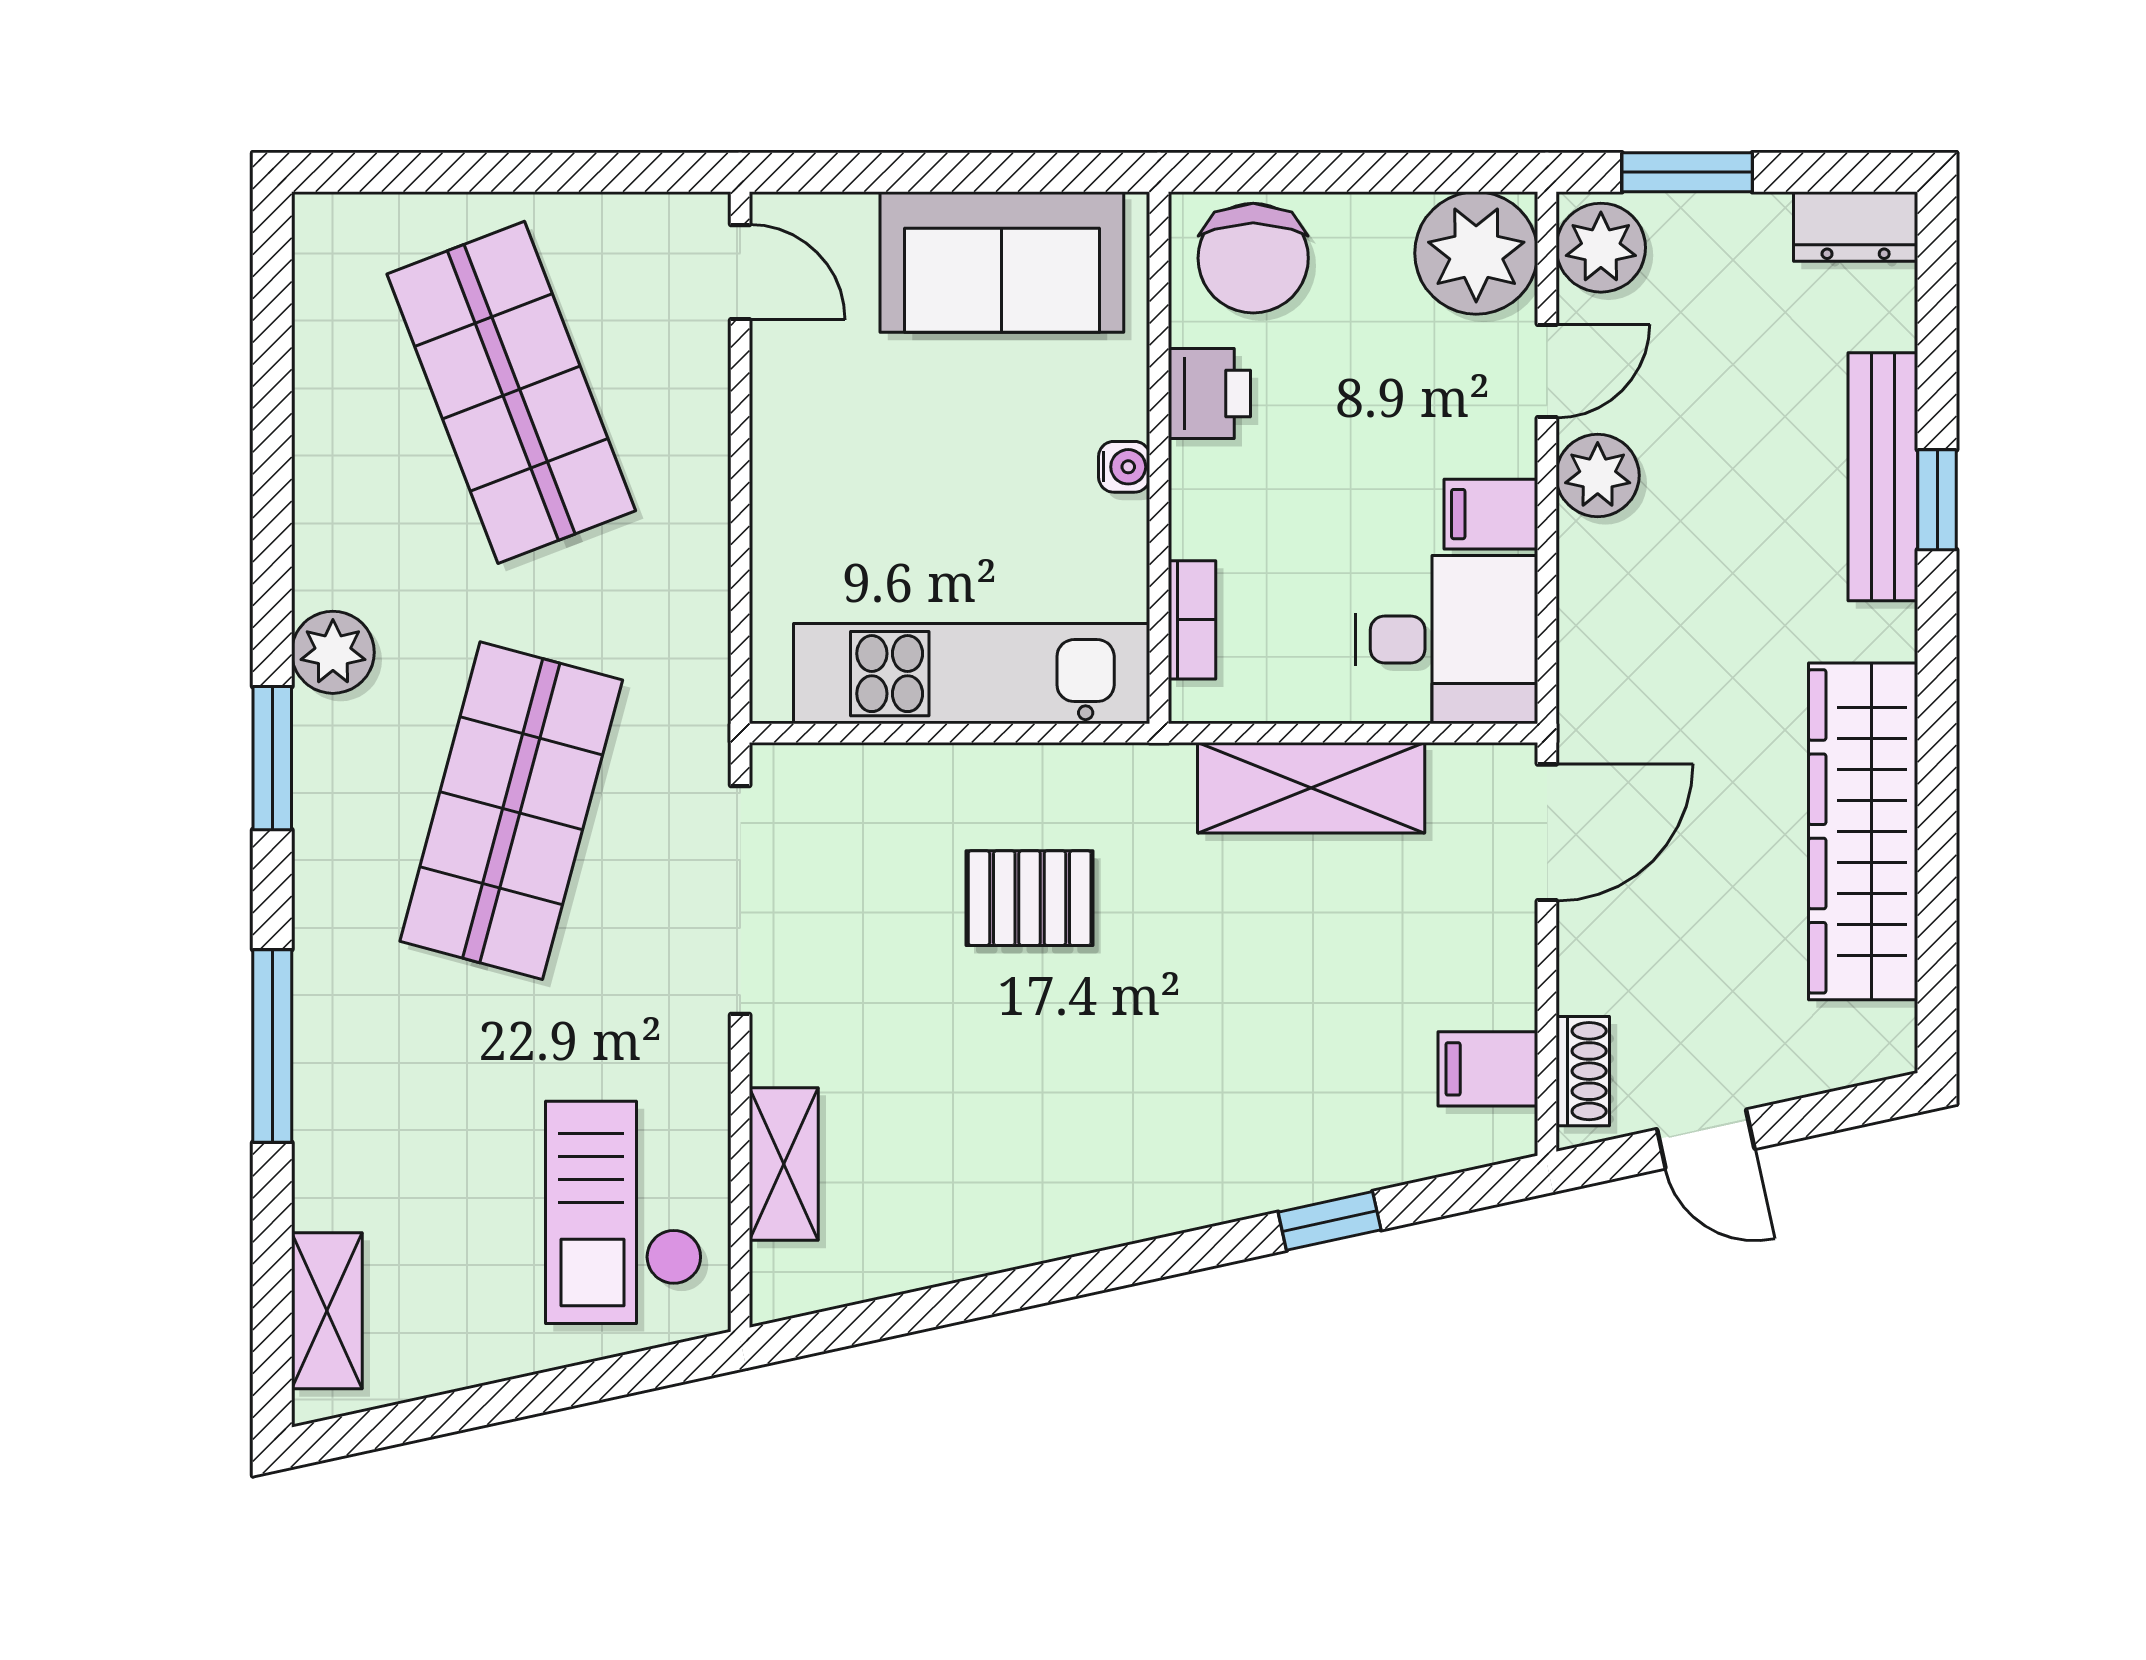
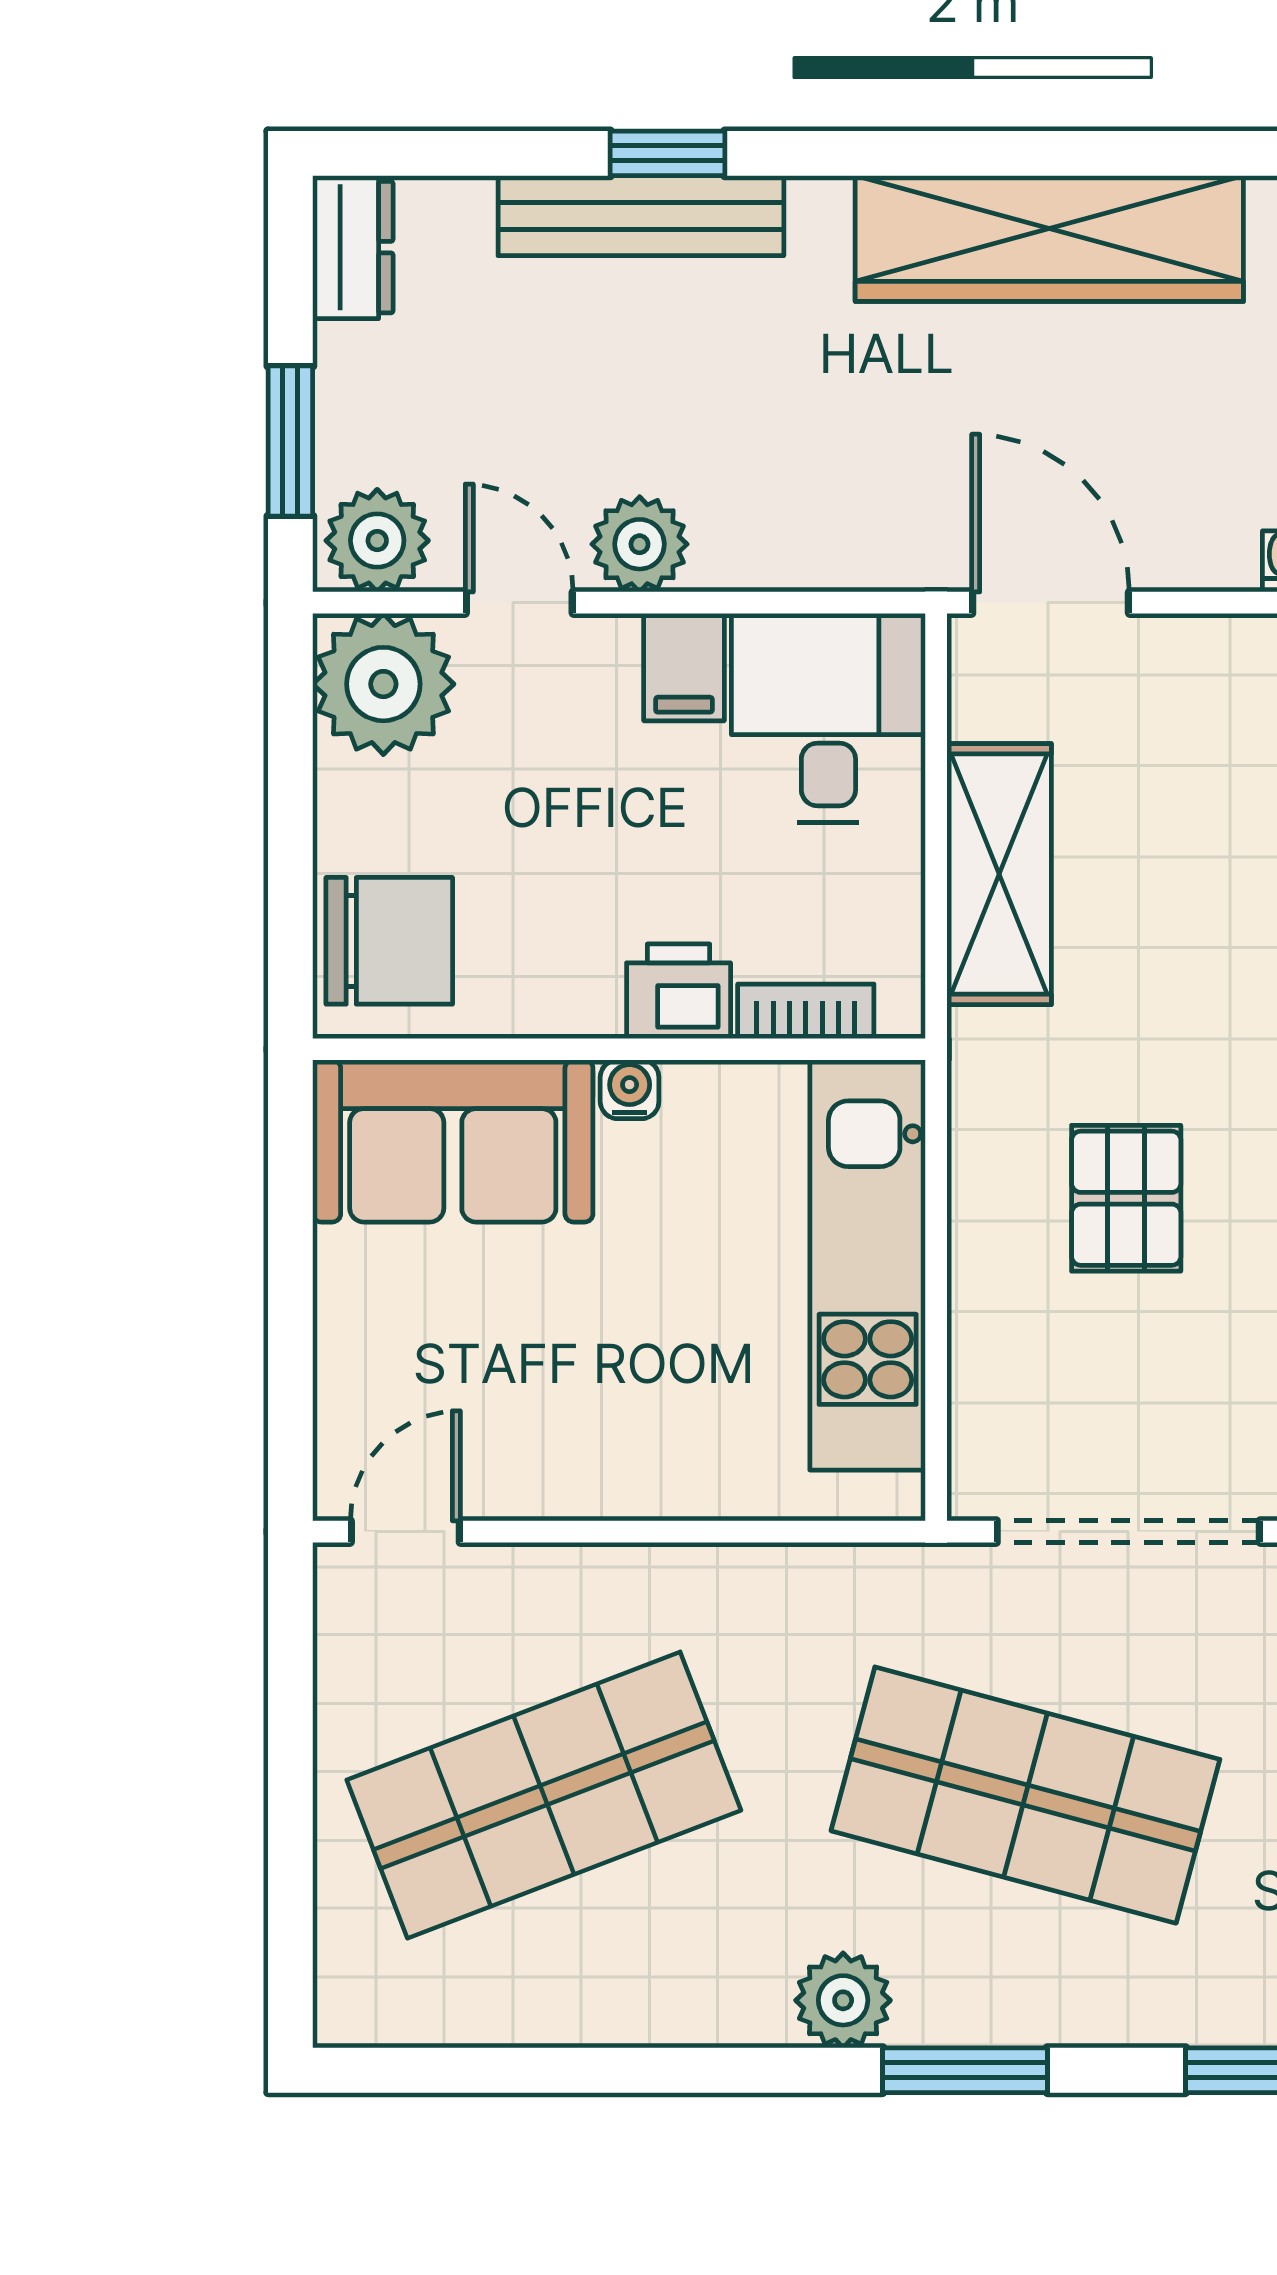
sofa: (1002, 262) -> (453, 1141), moved, turned 90
printer: (1209, 394) -> (679, 991), moved

